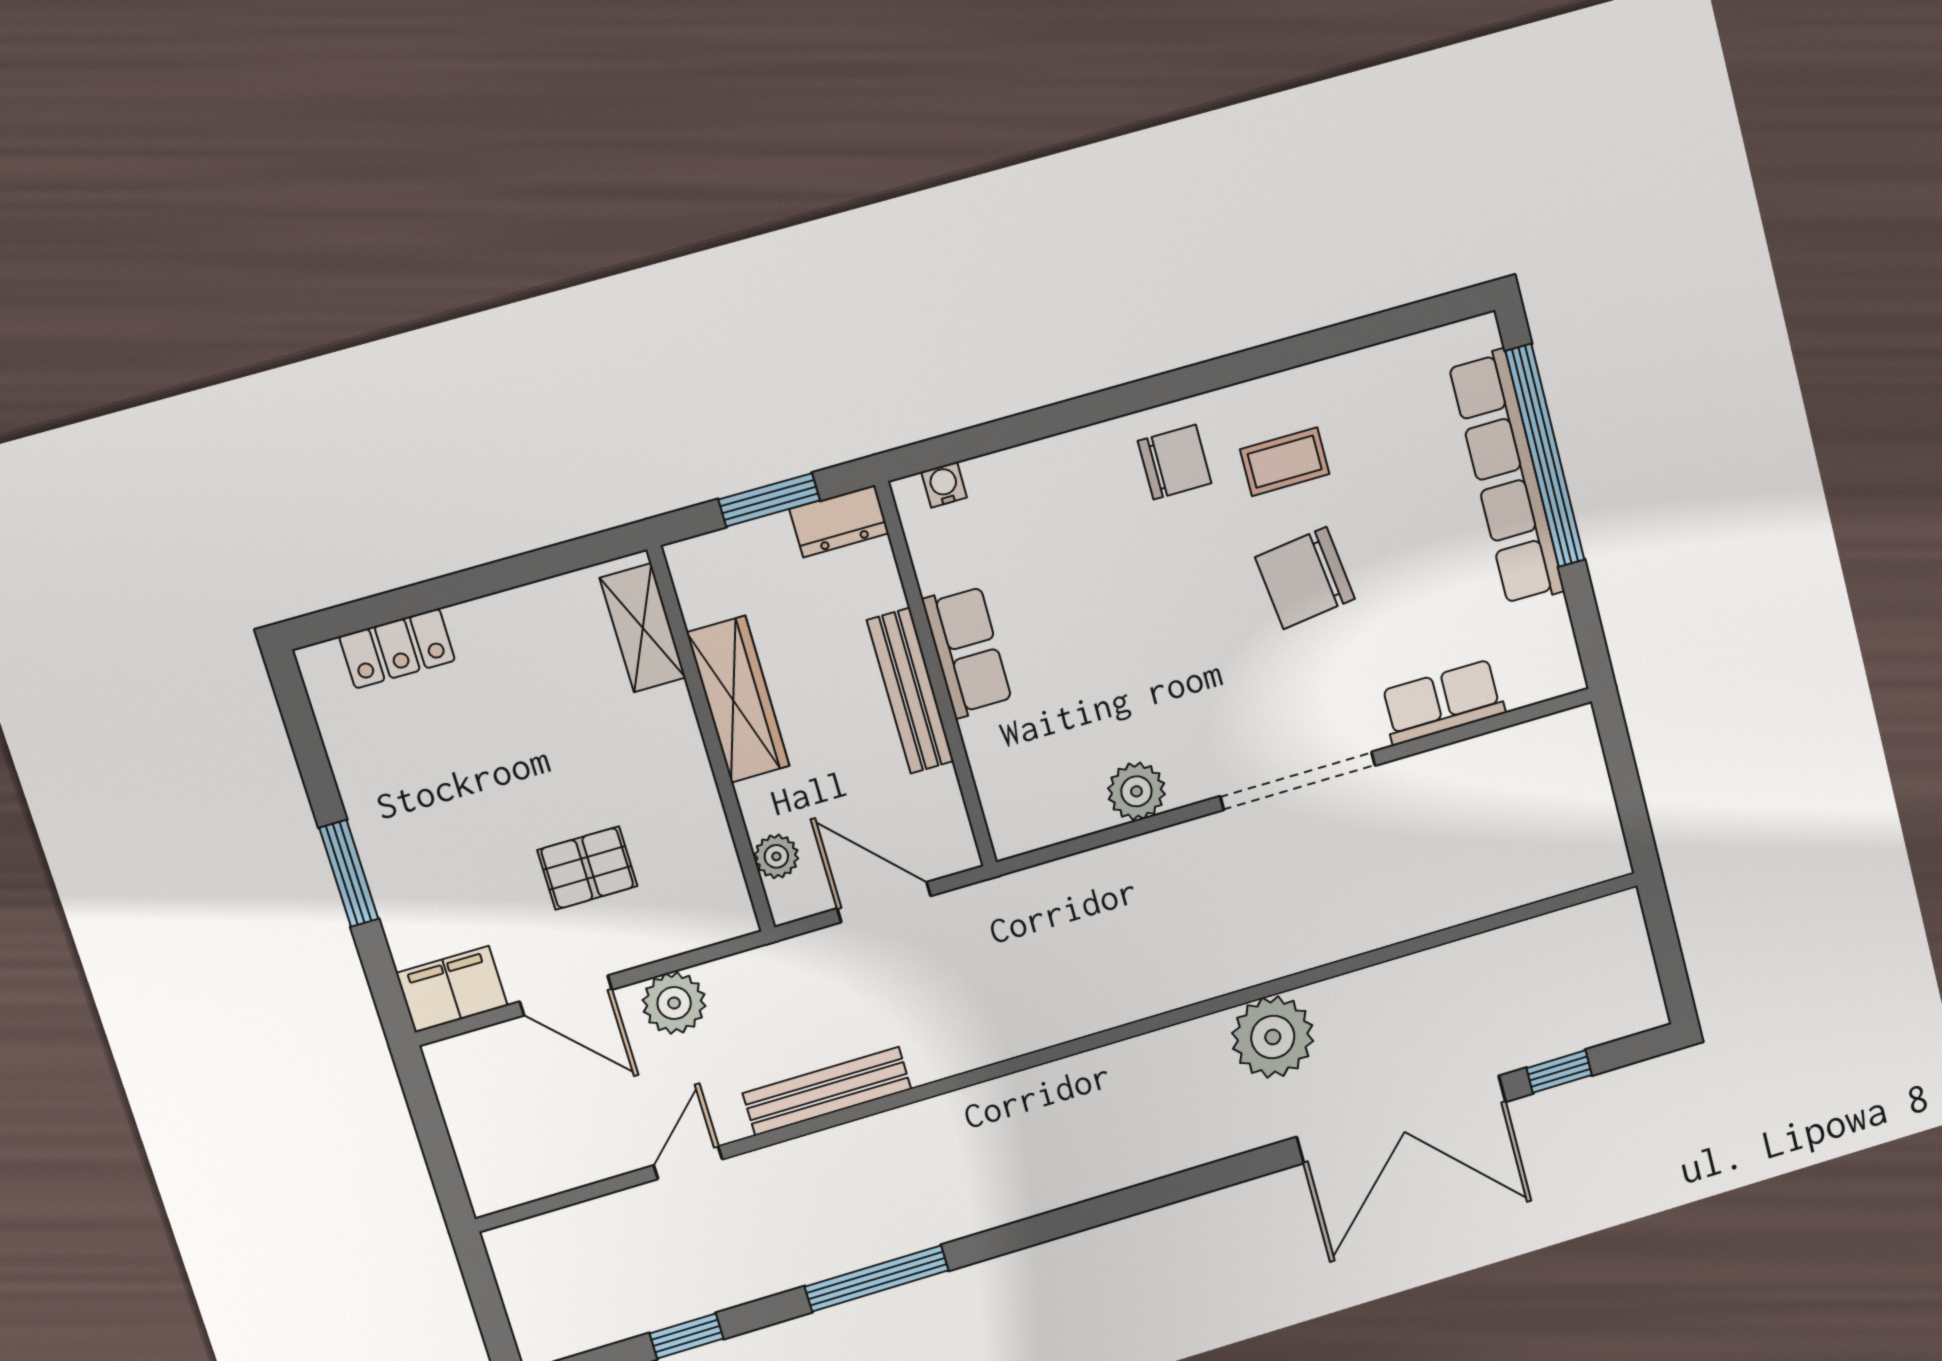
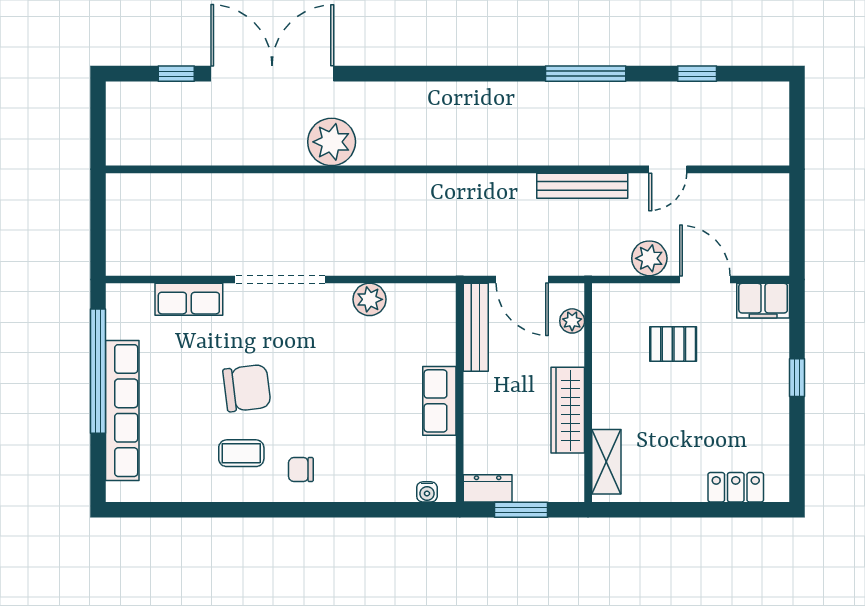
window: (1545, 456) -> (98, 371), moved
chair: (1175, 462) -> (301, 470), width x0.73, depth x0.73
bench: (910, 691) -> (476, 327), moved
window: (349, 873) -> (797, 378), width x0.67

